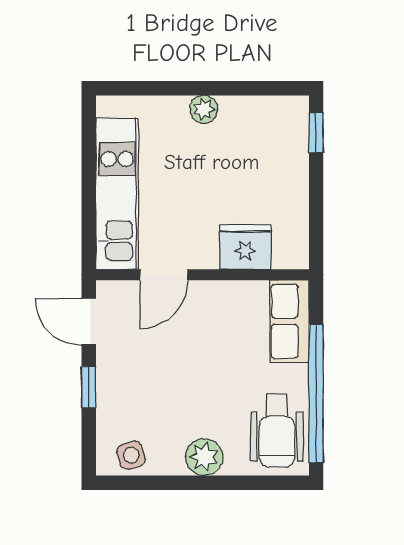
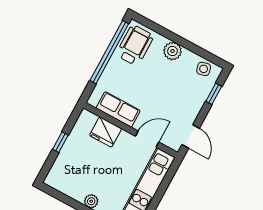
window: (316, 133) -> (60, 142), moved
row of seats: (289, 321) -> (118, 109), moved, turned -90
window: (89, 387) -> (214, 94), moved

